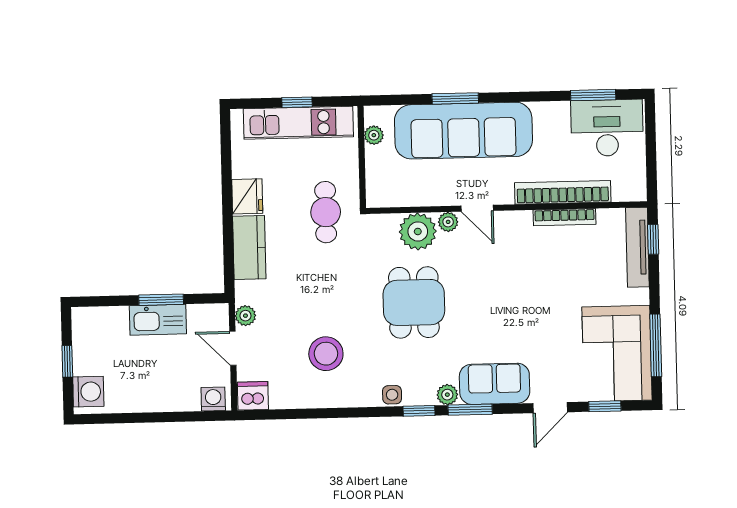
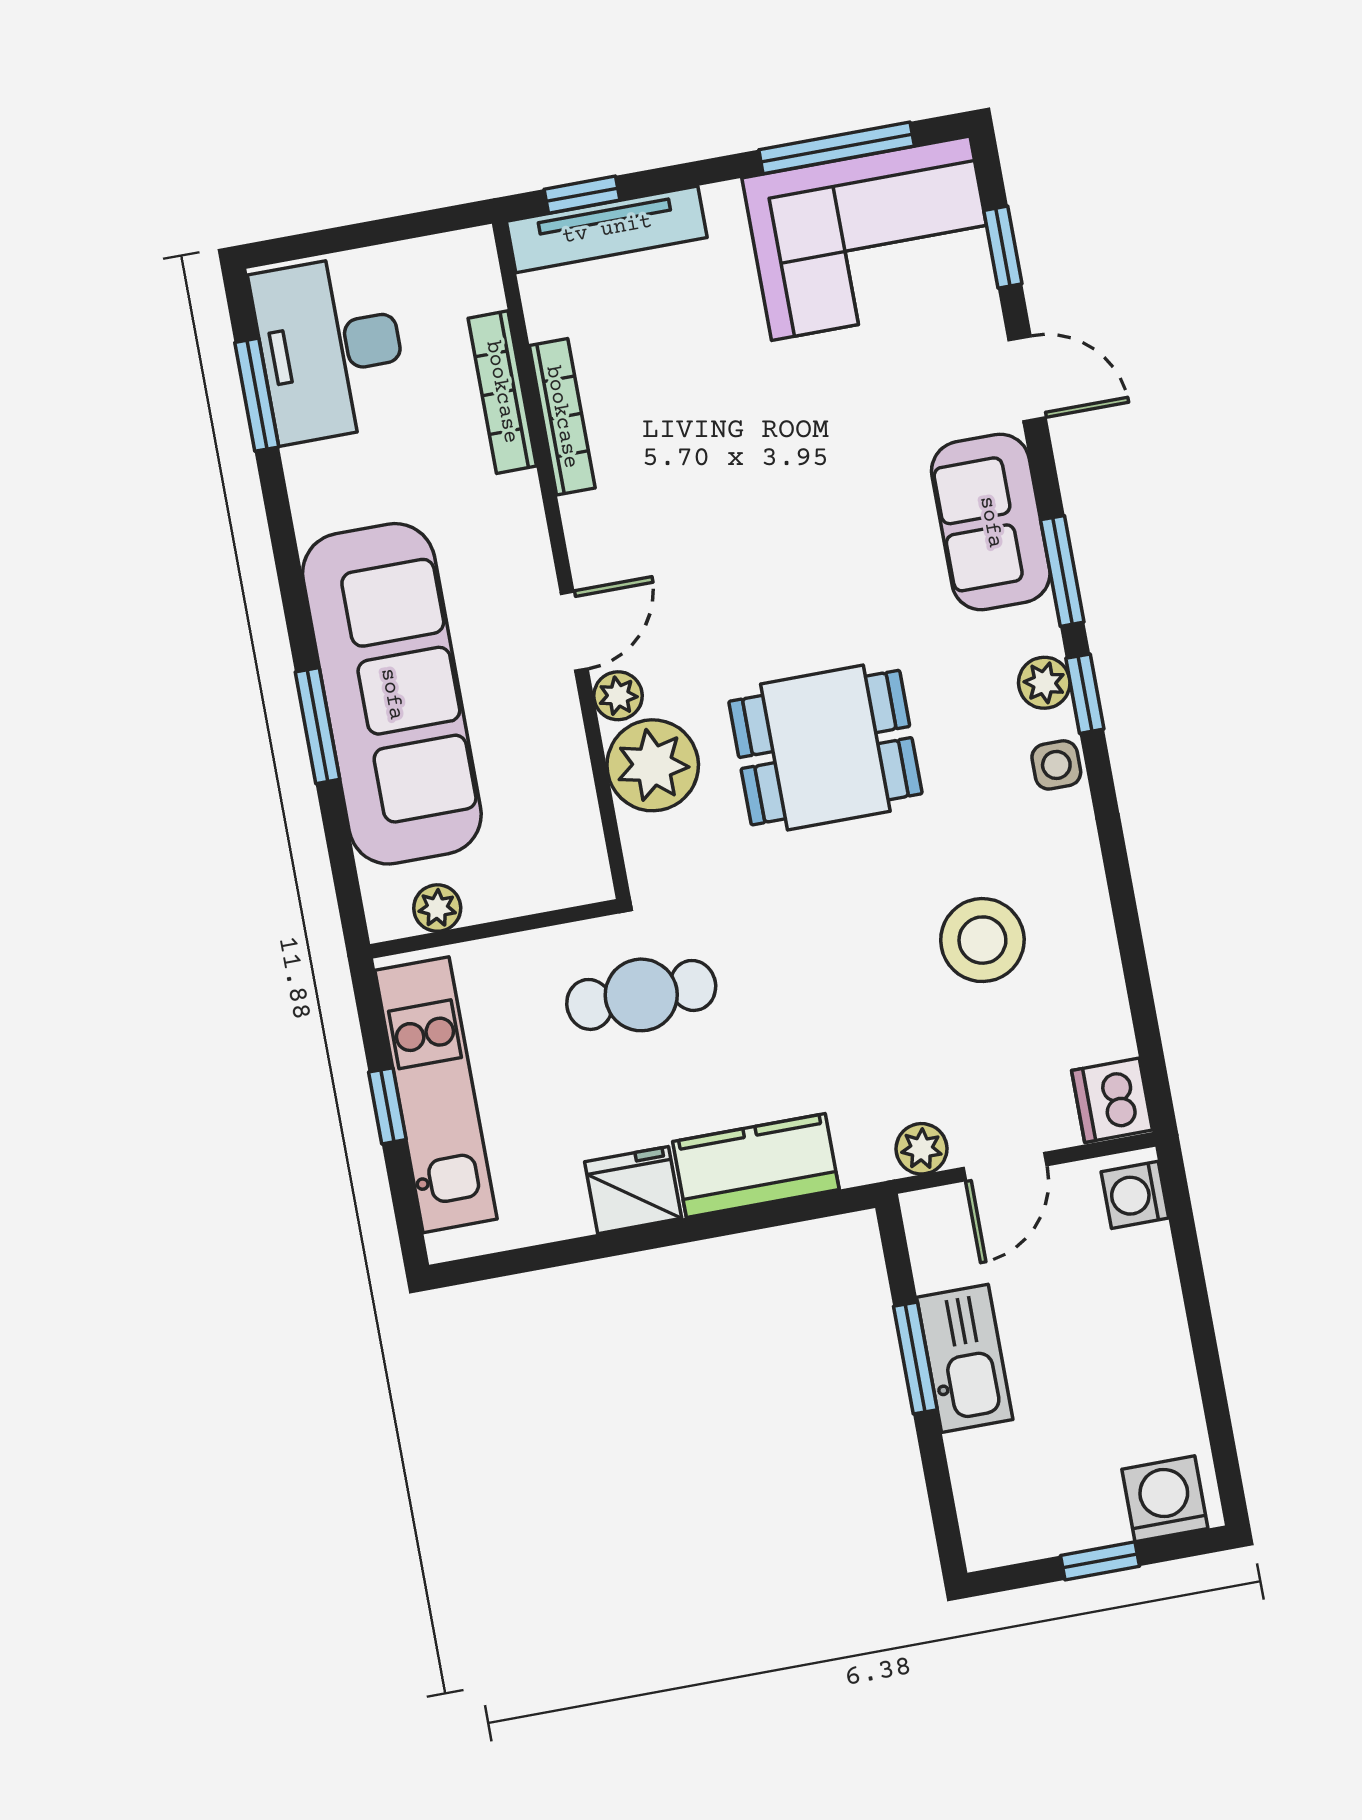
bookcase: (563, 192) -> (502, 392), width x0.68, depth x0.76
plant: (447, 395) -> (1044, 683), moved

